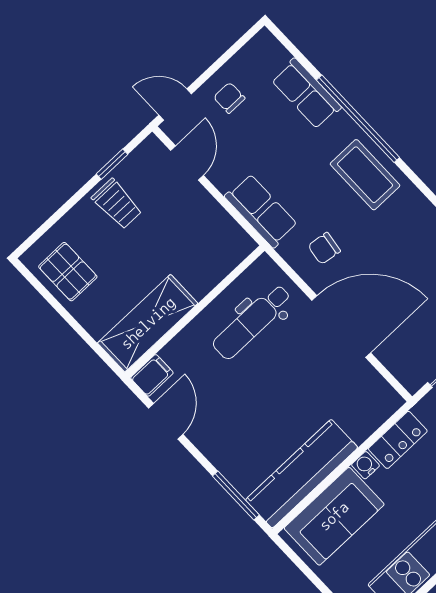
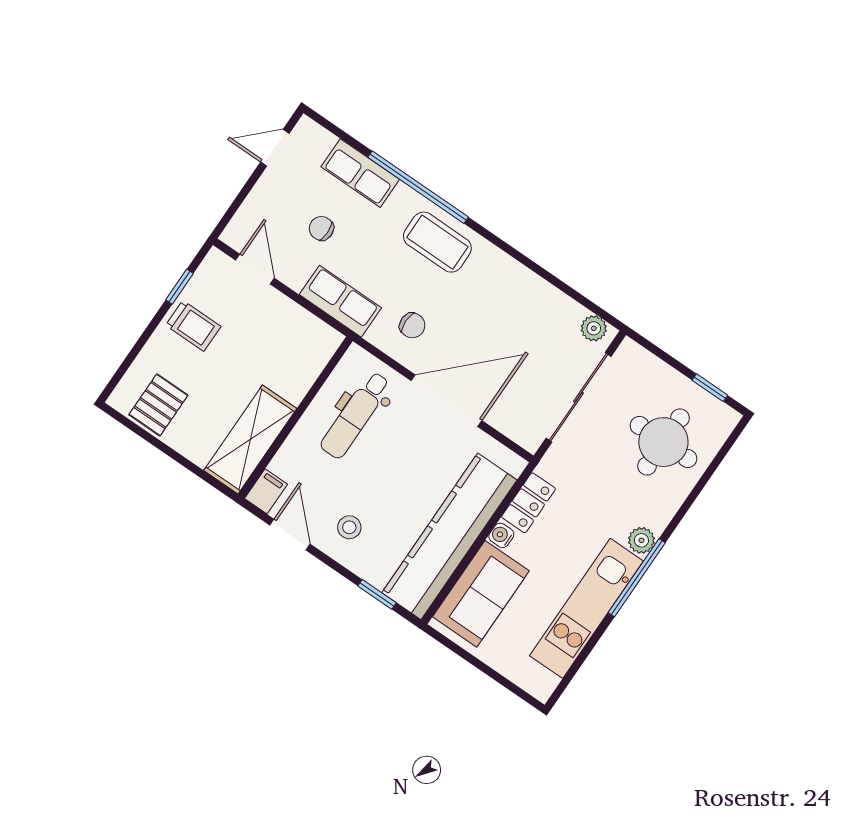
chair: (229, 98) -> (321, 228), moved
door: (175, 104) -> (275, 148), moved
chair: (324, 248) -> (412, 325), turned -98
pallet: (68, 272) -> (158, 405), turned 90
stool: (223, 426) -> (349, 527), added
kitchen counter: (302, 474) -> (449, 536), width x1.39, depth x1.17
window: (236, 496) -> (377, 594), width x0.67

